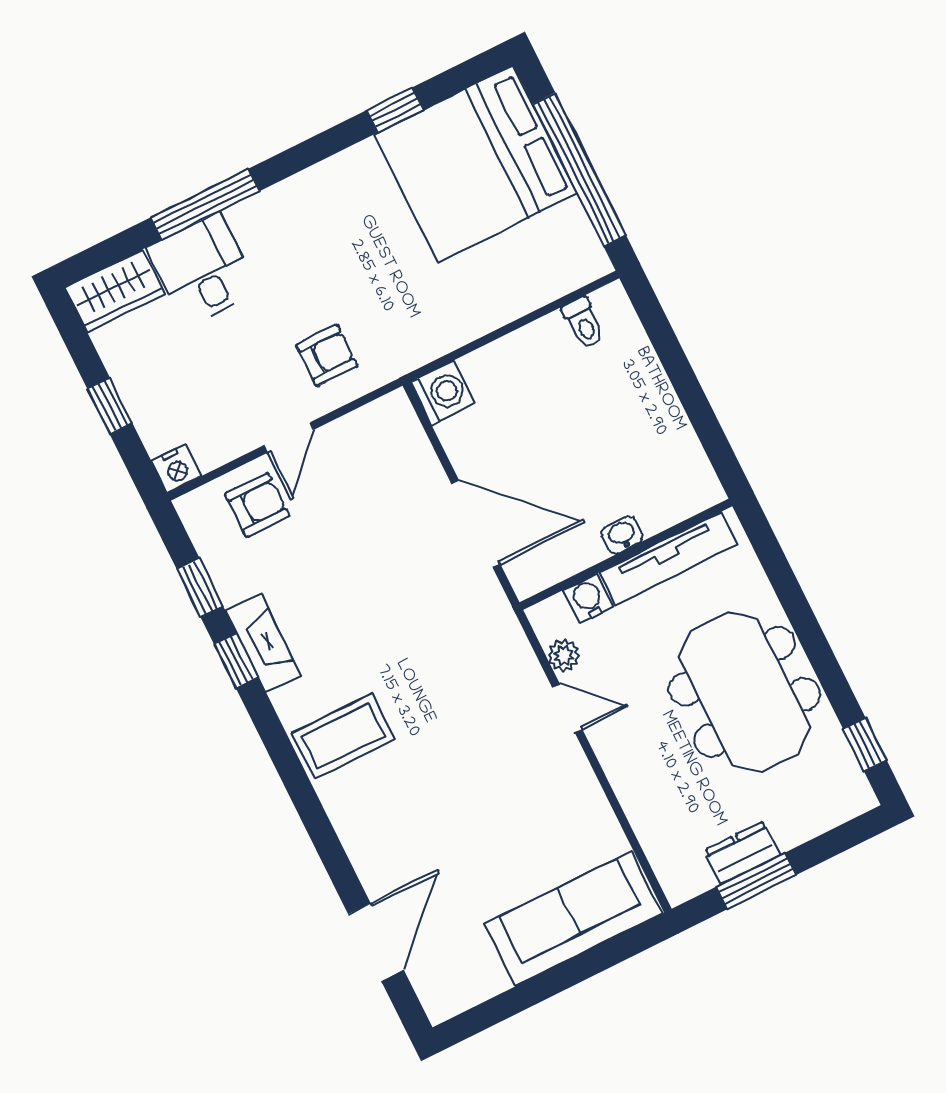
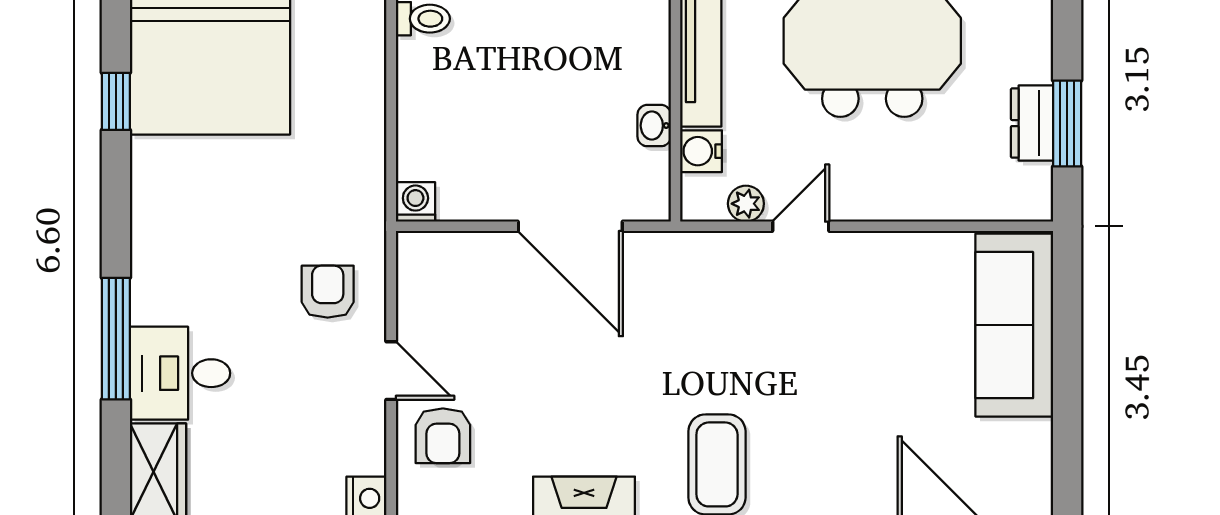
washing machine: (443, 393) -> (415, 202), width x0.73, depth x0.73
armchair: (257, 505) -> (443, 436), turned 180
door: (476, 524) -> (570, 226), swing flipped
washbasin: (622, 535) -> (654, 126), moved

